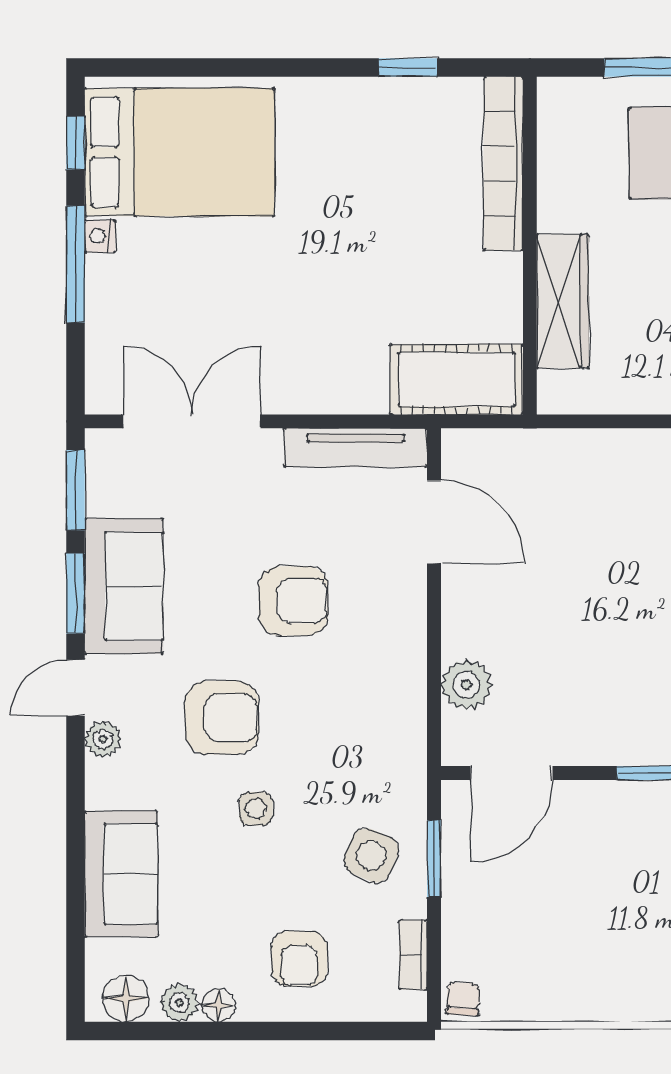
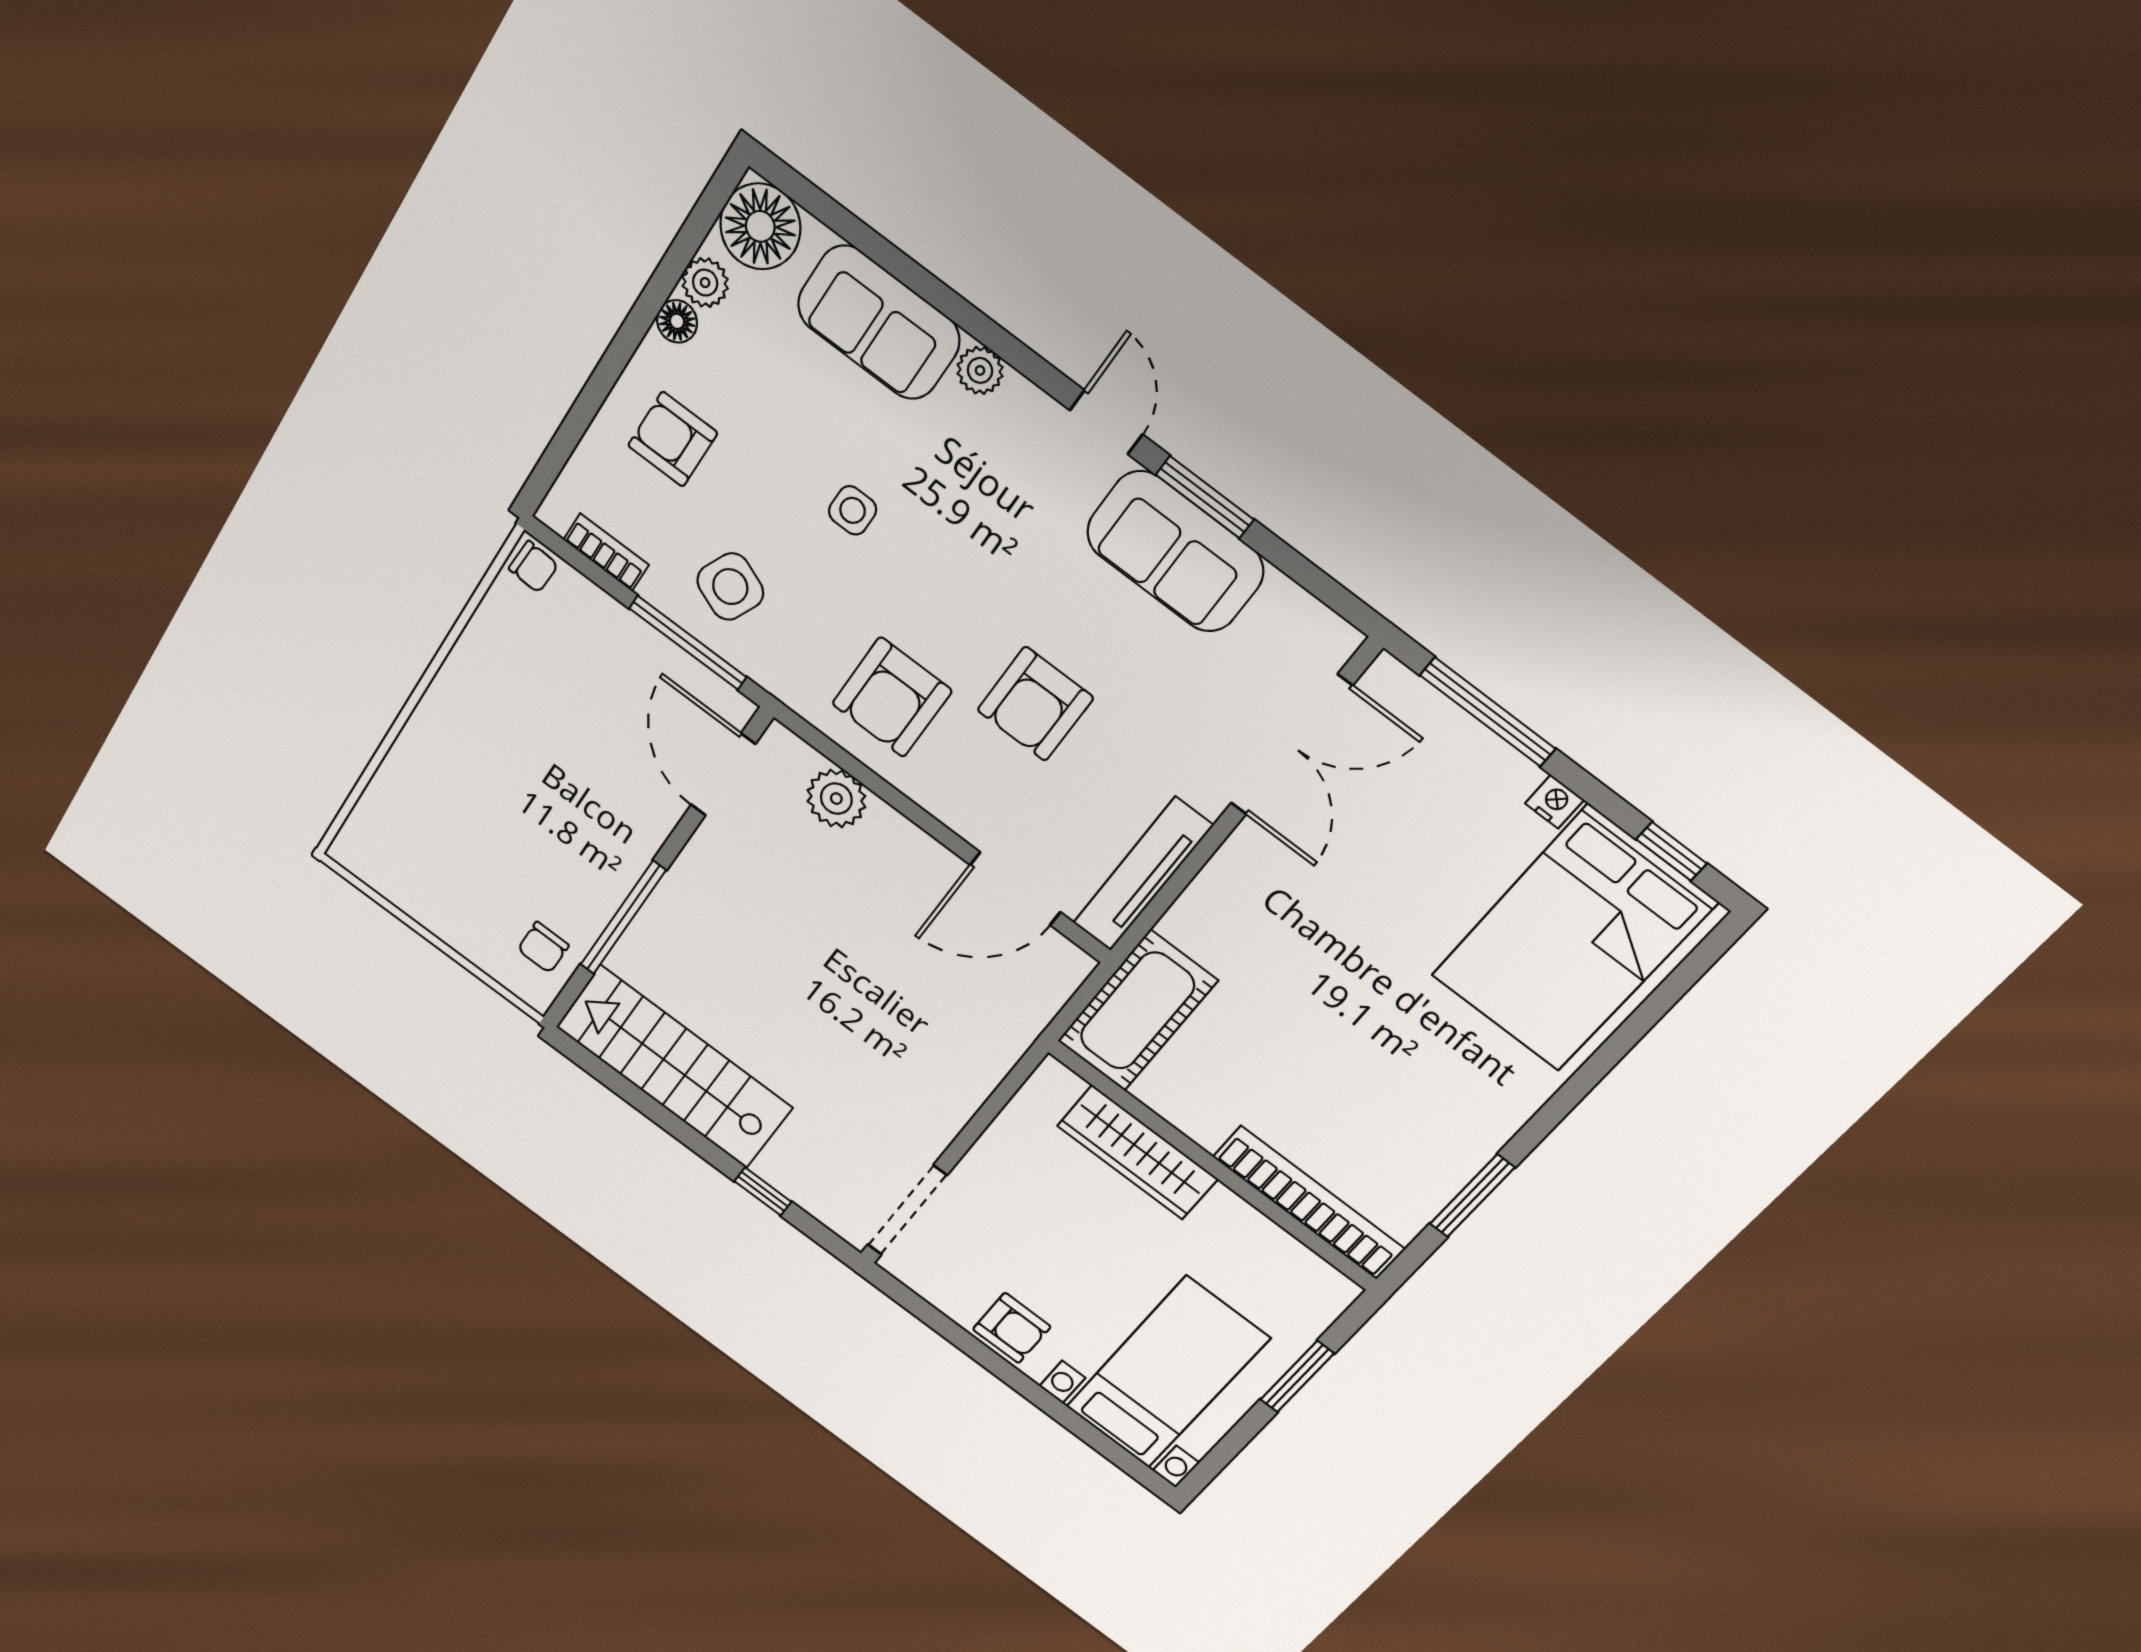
window: (408, 68) -> (1472, 1196), width x1.50
window: (76, 264) -> (1488, 712), moved
window: (76, 490) -> (1312, 579), removed
armchair: (222, 718) -> (892, 697), moved
plant: (103, 739) -> (980, 370), moved
window: (434, 859) -> (688, 643), width x1.44
floor lamp: (126, 998) -> (760, 226), width x1.38, depth x1.38

